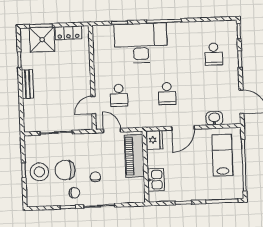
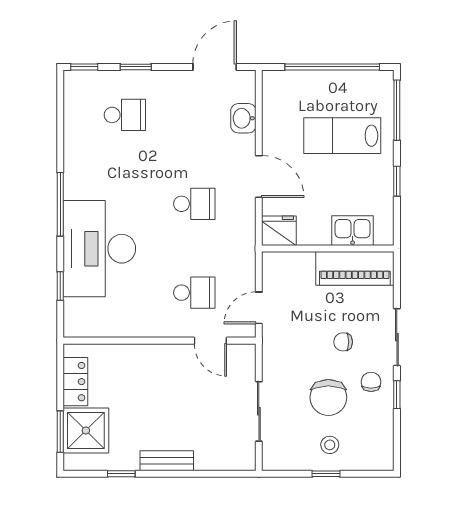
lab bench: (222, 155) -> (342, 136), moved
piano: (134, 156) -> (355, 268), moved
stool: (39, 172) -> (330, 445), width x0.53, depth x0.53

